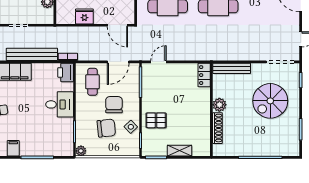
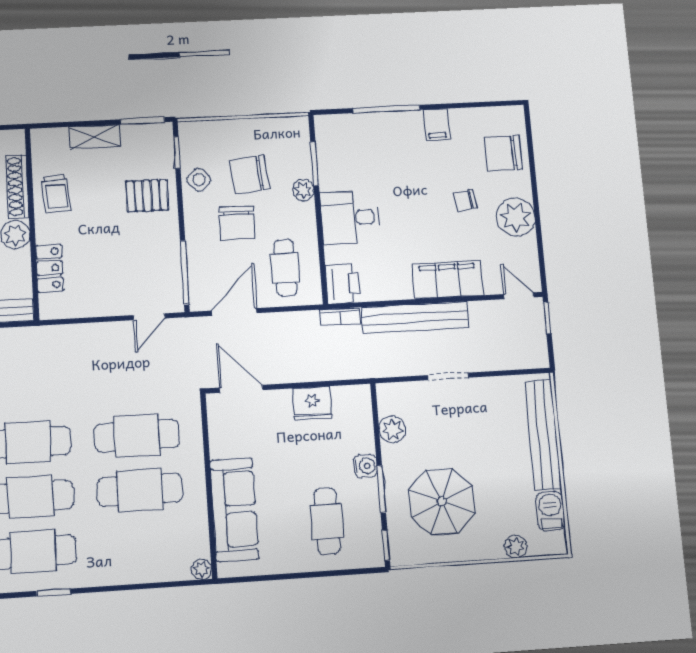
locker: (204, 75) -> (50, 268), moved
trolley: (199, 124) -> (56, 194), added
plant: (81, 151) -> (303, 190), moved

